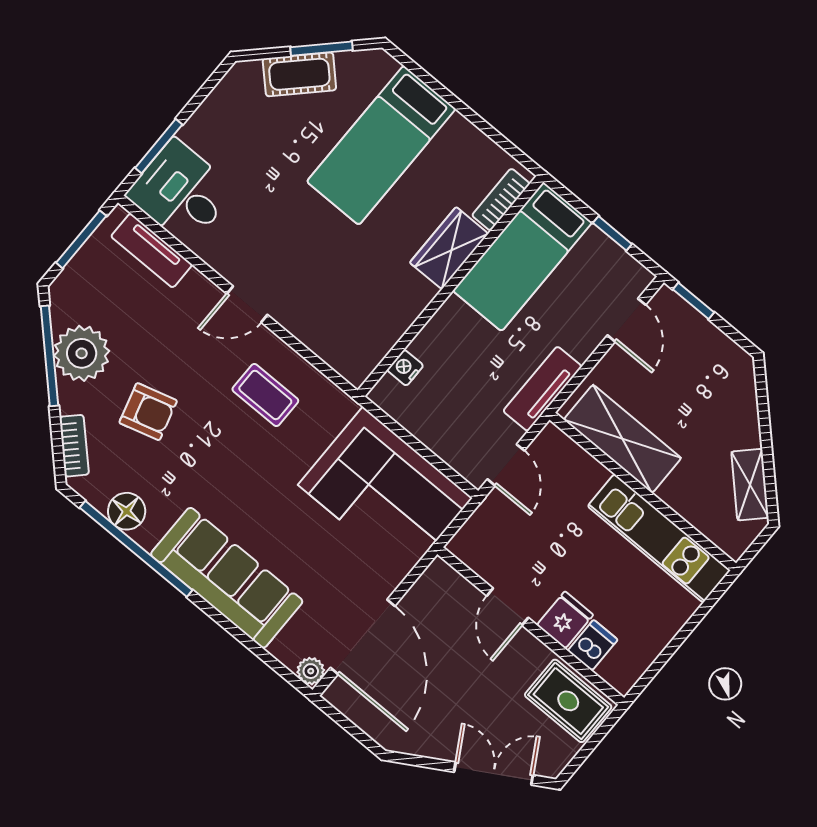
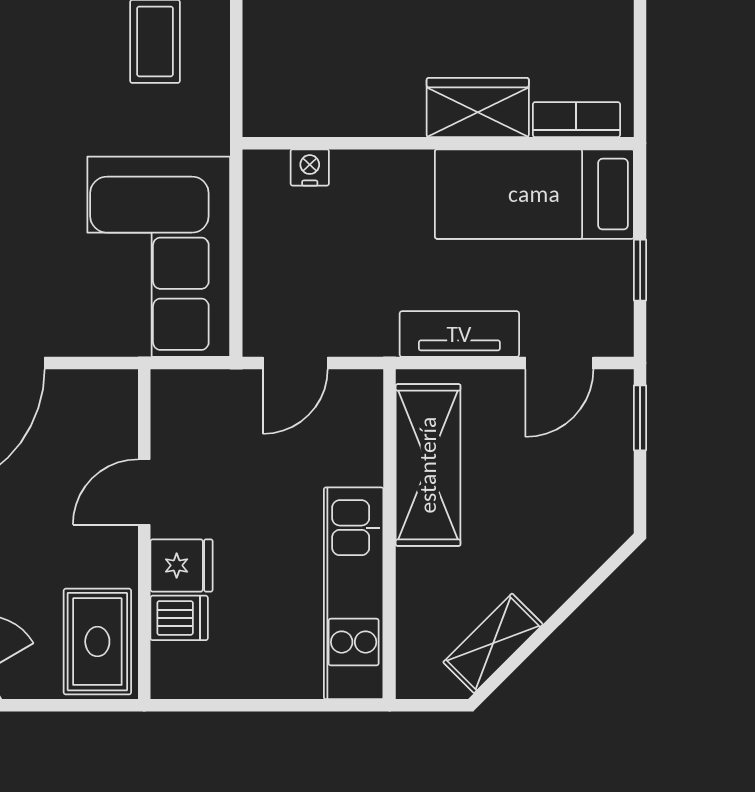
tv unit: (542, 389) -> (459, 334), moved

